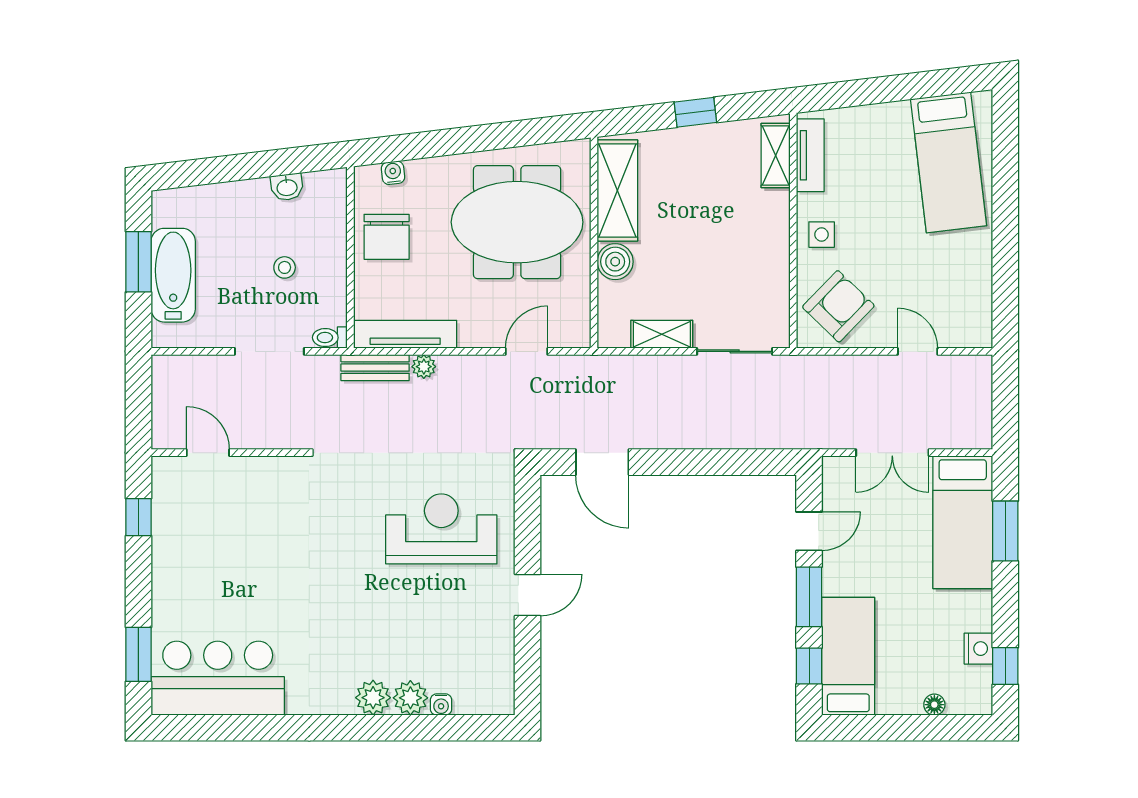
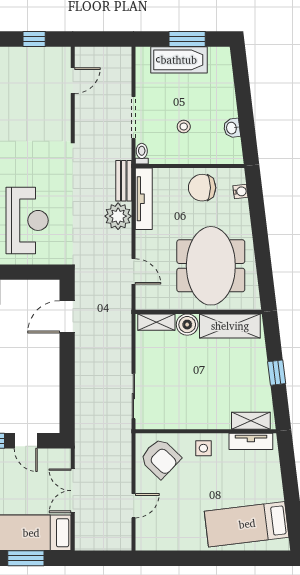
shelving: (662, 334) -> (156, 322), moved, turned 90
plant: (424, 367) -> (118, 216), width x1.87, depth x1.87

